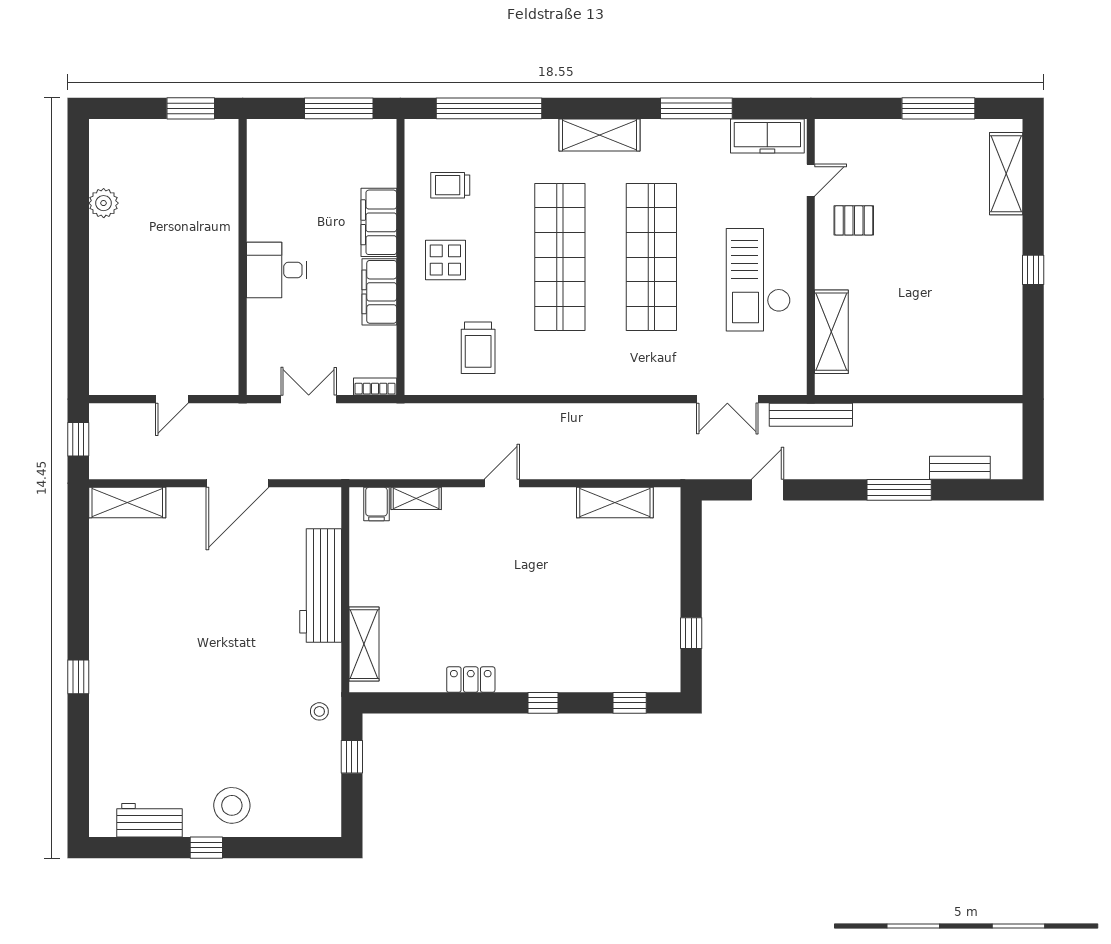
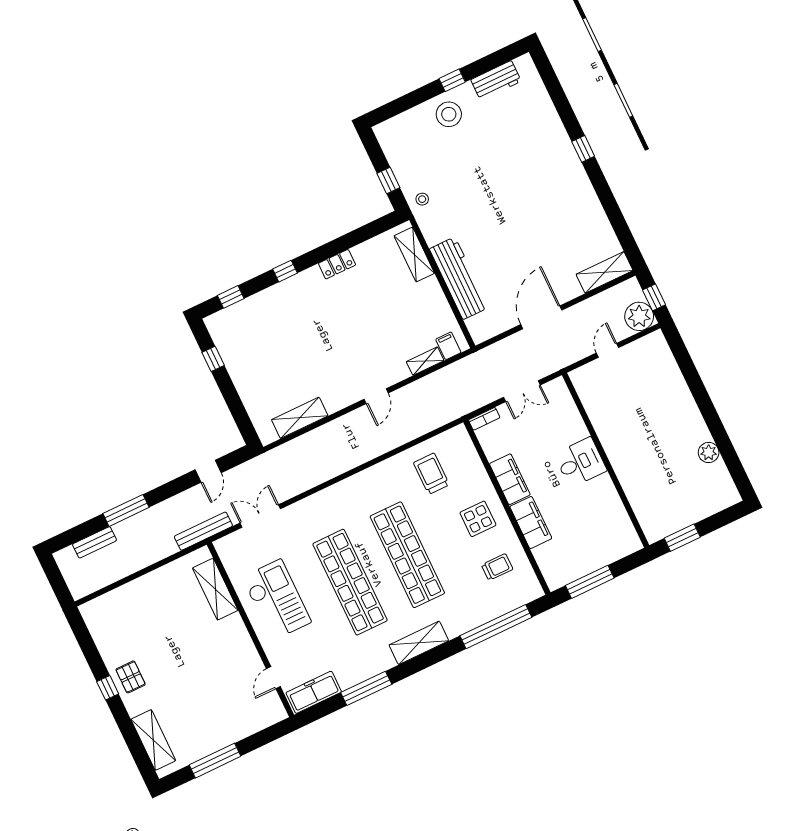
pallet: (854, 220) -> (131, 677), moved, turned 90
plant: (109, 424) -> (639, 316), added

